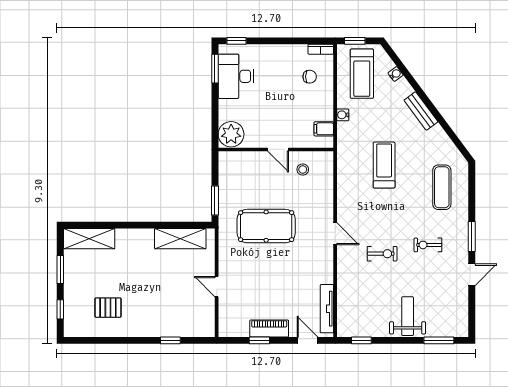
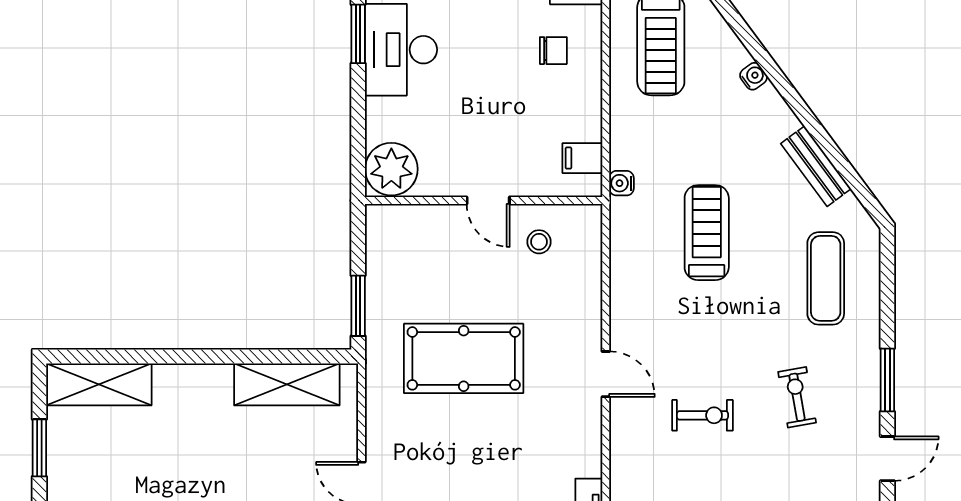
water cooler: (396, 74) -> (753, 76), moved
bench: (421, 111) -> (816, 166), moved
water cooler: (343, 115) -> (622, 183), moved
exercise bike: (428, 245) -> (797, 397), turned 80

